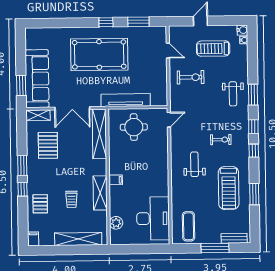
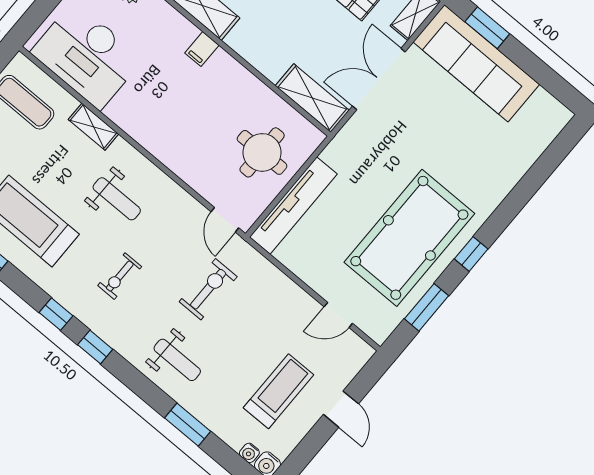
pool table: (99, 54) -> (409, 238), moved
exercise bike: (191, 77) -> (208, 289), moved, turned 180
weight bench: (233, 94) -> (177, 360), turned 180
window: (253, 95) -> (188, 425), moved
tv unit: (126, 100) -> (293, 206), moved
shelving: (99, 134) -> (312, 98), width x0.68
shelving: (176, 194) -> (93, 127), added

